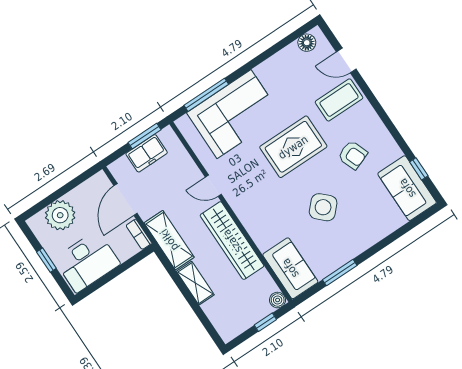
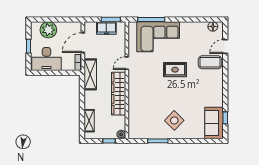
door: (346, 60) -> (225, 47), hinge flipped
rug: (293, 147) -> (175, 70), width x0.73, depth x0.70
armchair: (353, 155) -> (200, 91), removed
door: (213, 186) -> (127, 63), hinge flipped
side table: (323, 207) -> (174, 120), moved
sofa: (290, 268) -> (137, 124), removed
shelving: (195, 283) -> (89, 121), moved

